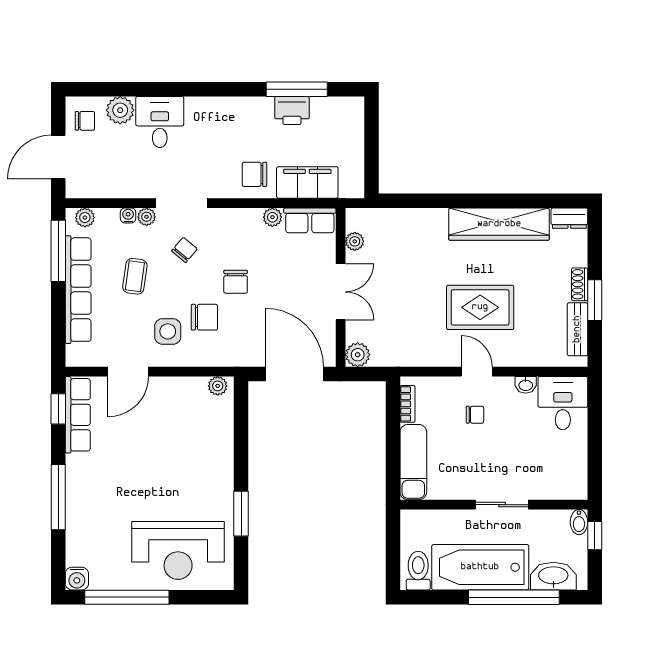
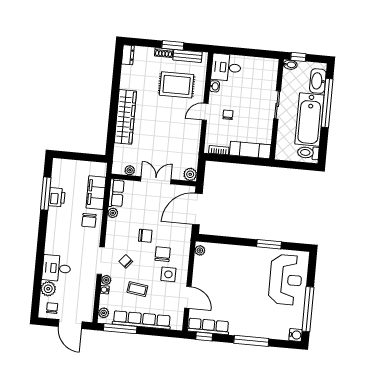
wardrobe: (499, 224) -> (125, 117), moved
rug: (480, 307) -> (177, 85), moved, turned 90

